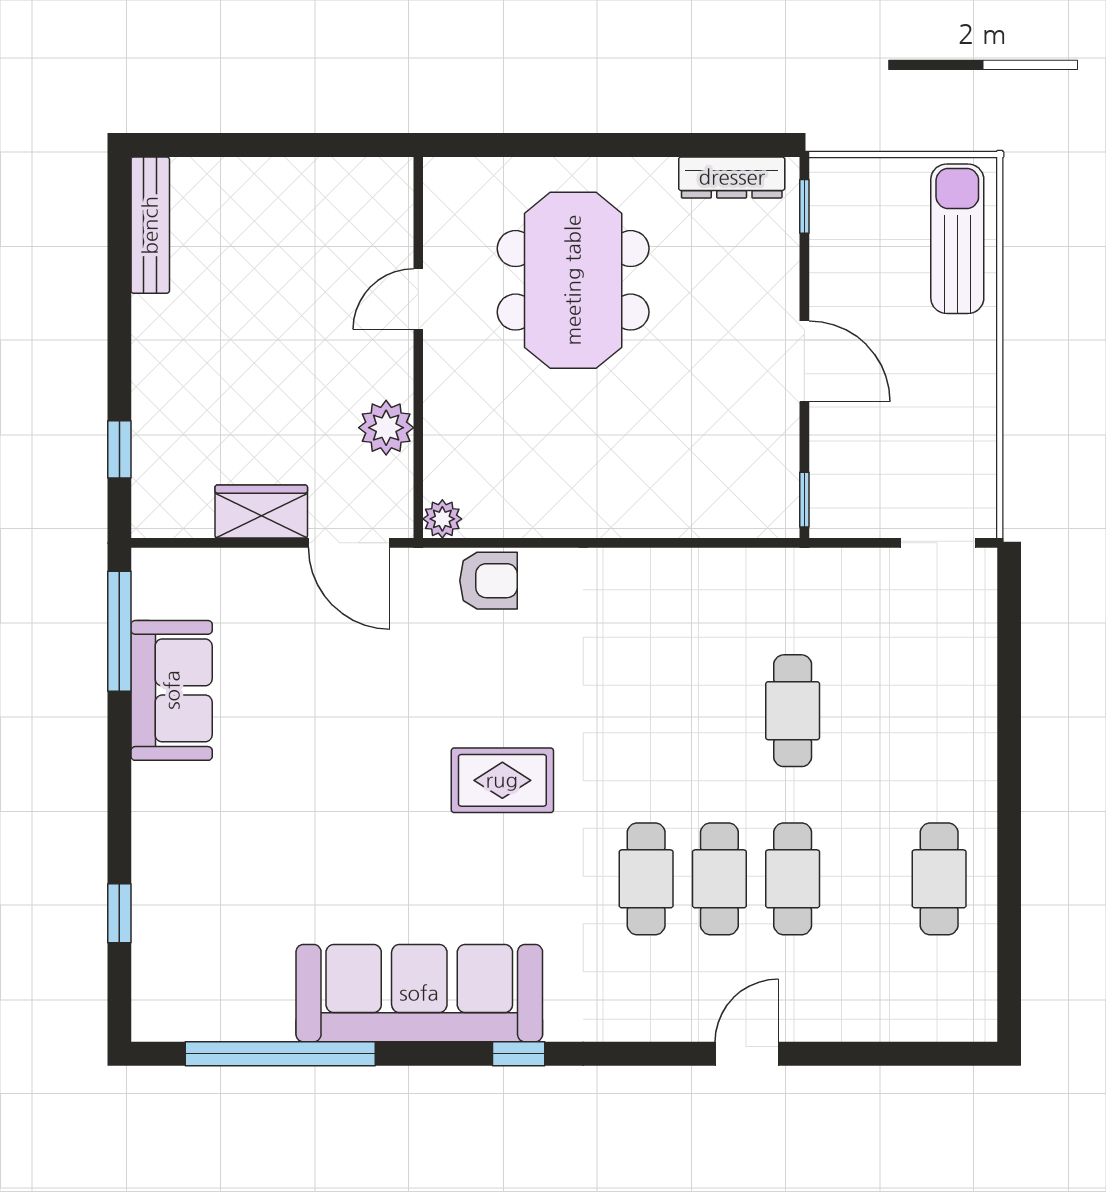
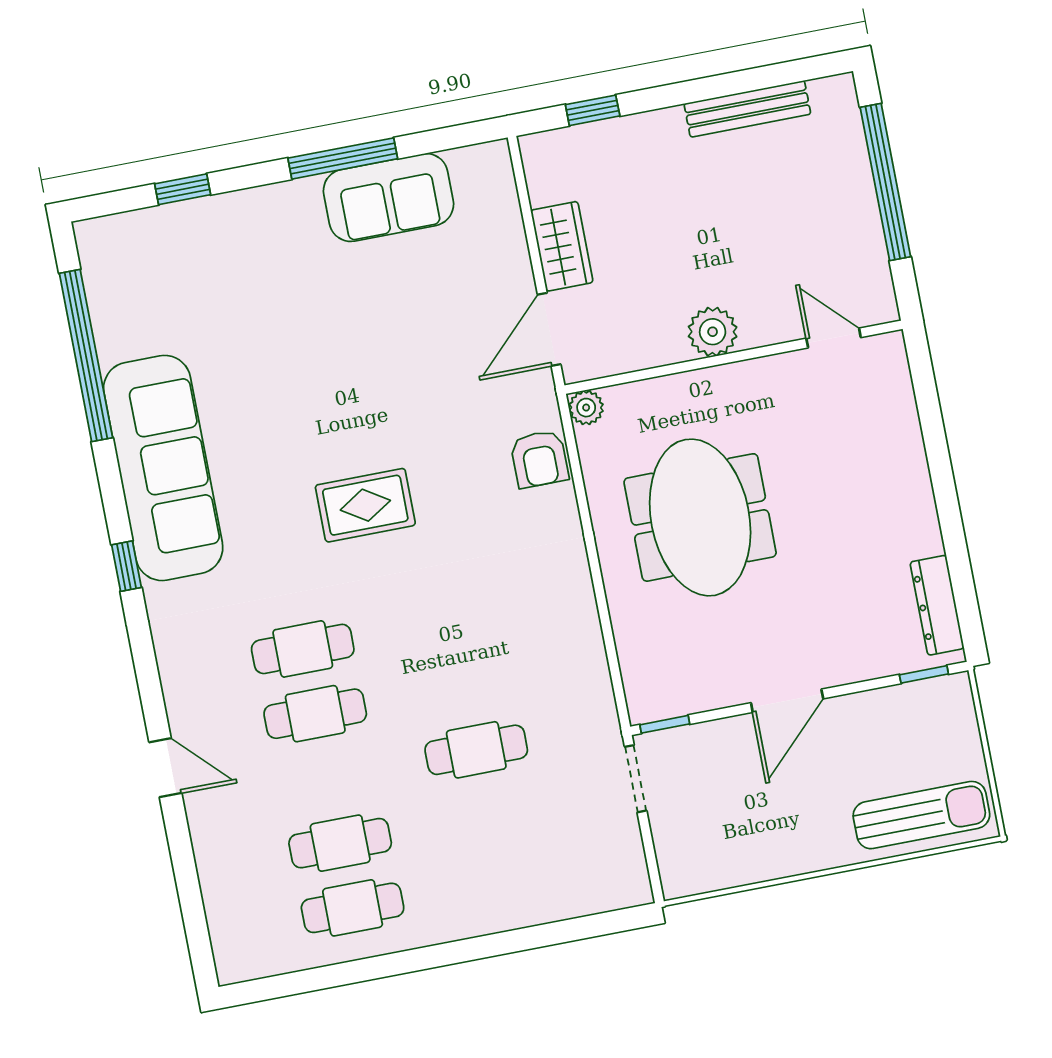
window: (259, 145) -> (885, 182), added
bench: (150, 225) -> (747, 109), moved
meeting table: (573, 280) -> (700, 517), moved, turned 90
door: (418, 299) -> (834, 338), moved
plant: (386, 428) -> (713, 332), moved
doorway: (938, 543) -> (636, 779), moved
window: (119, 631) -> (343, 158), moved
rug: (502, 780) -> (365, 505), turned 90
cafe table: (793, 879) -> (340, 843), moved

